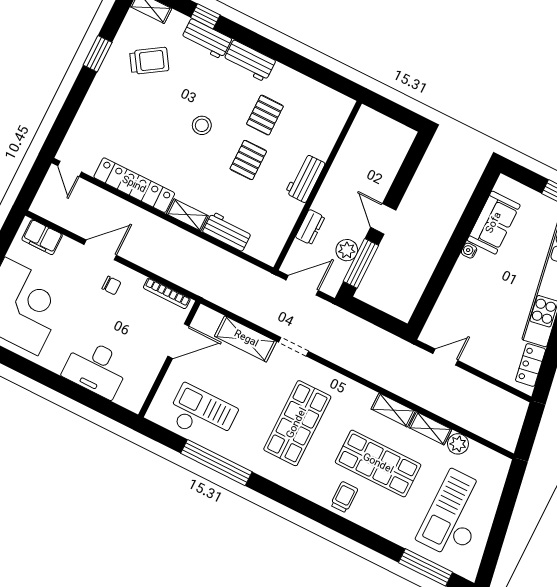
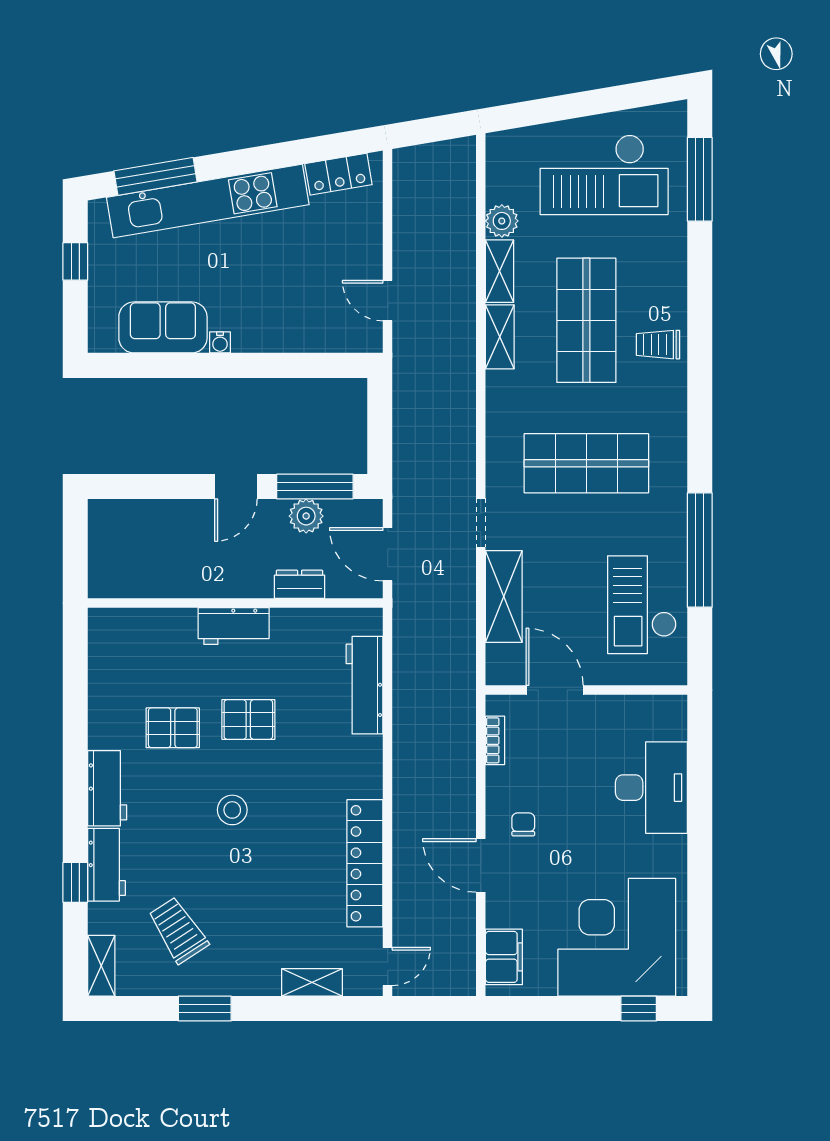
shelving: (187, 215) -> (312, 982), moved, turned 90
workbench: (227, 232) -> (365, 685), width x1.37
bookcase: (167, 293) -> (495, 740), width x0.64

